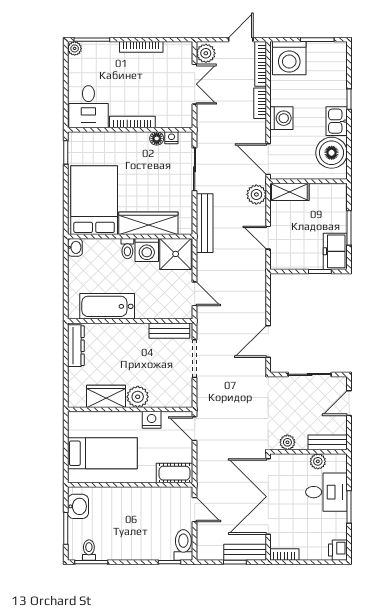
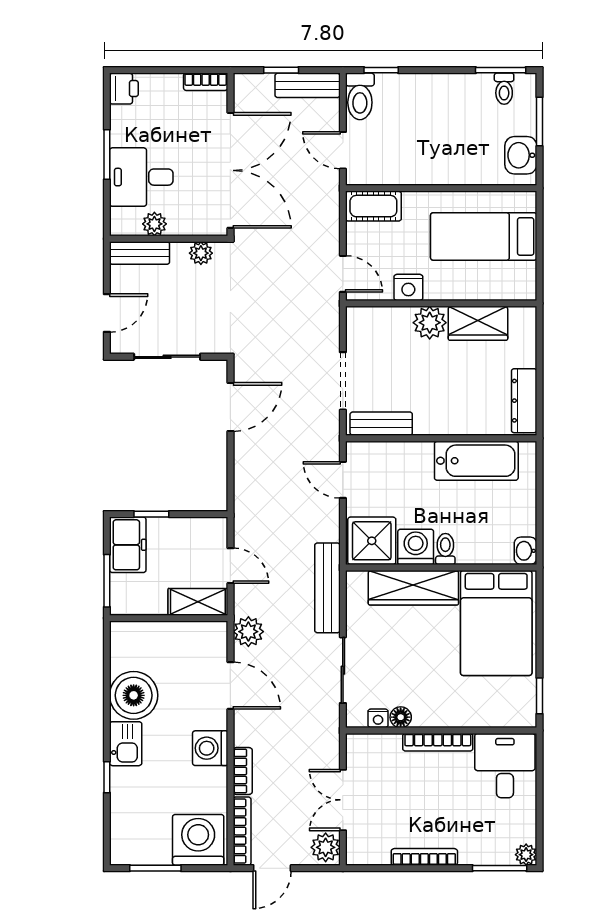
wall: (309, 181) -> (169, 618), moved
shelving: (289, 192) -> (198, 602), moved
bench: (245, 552) -> (308, 85), moved

